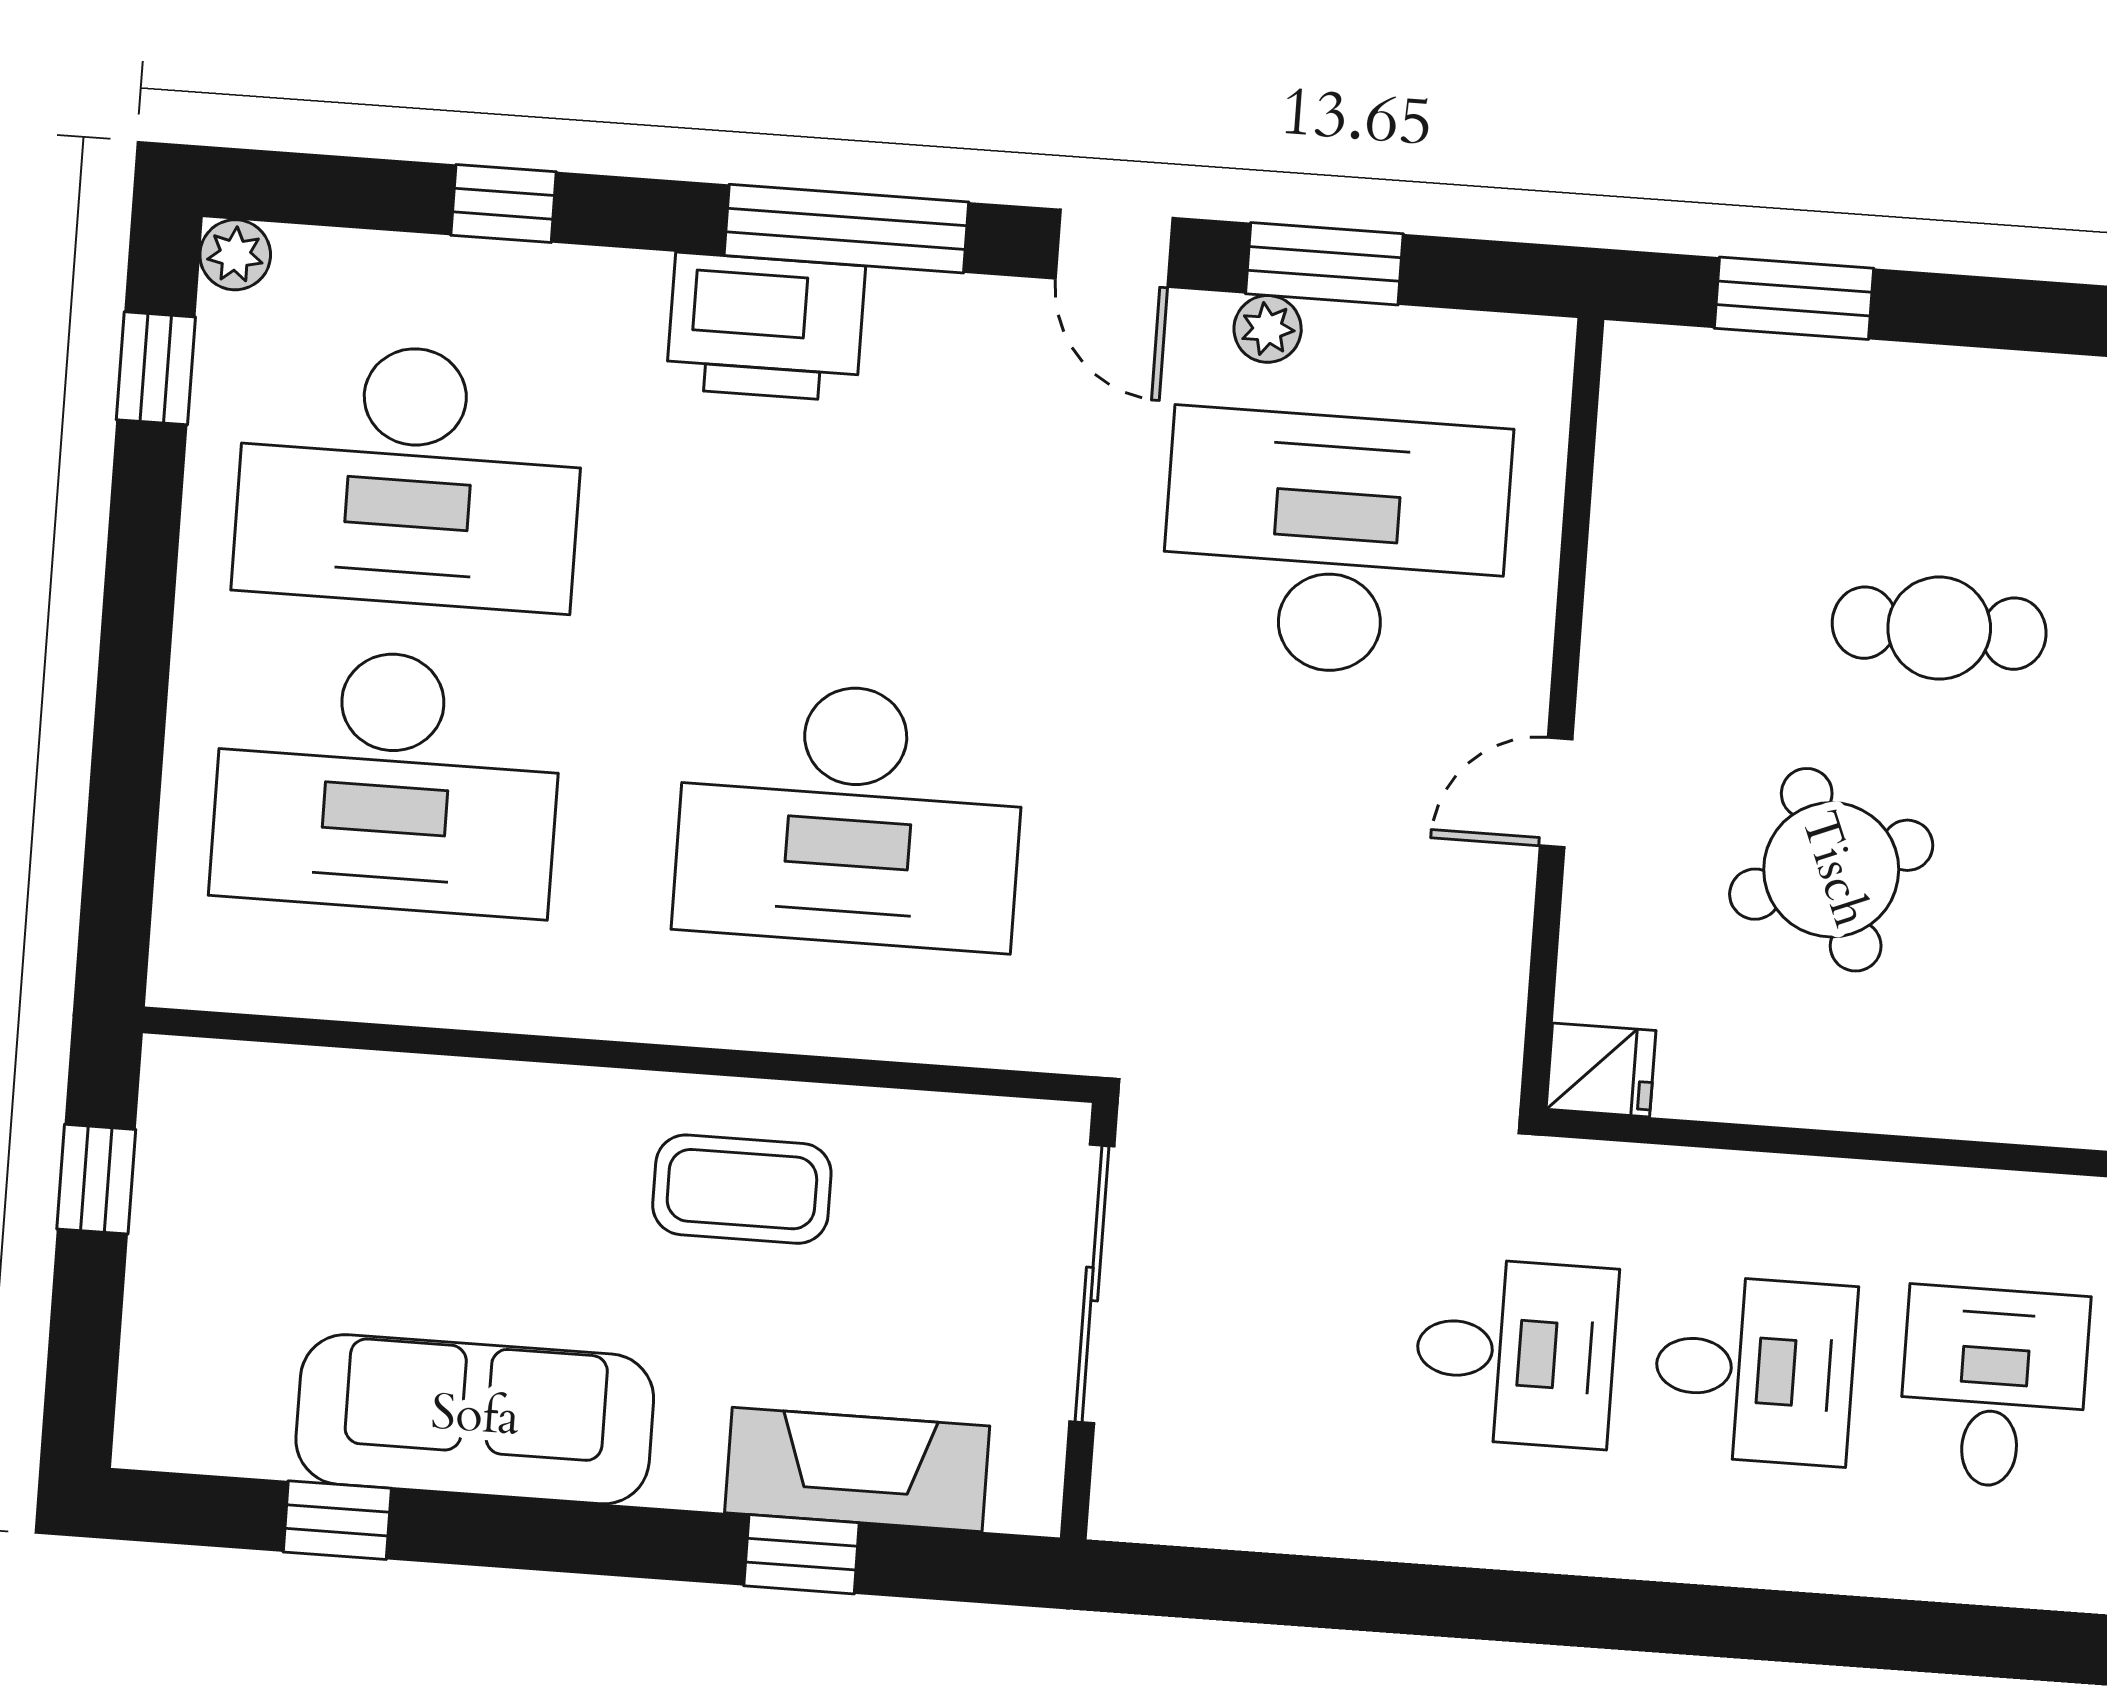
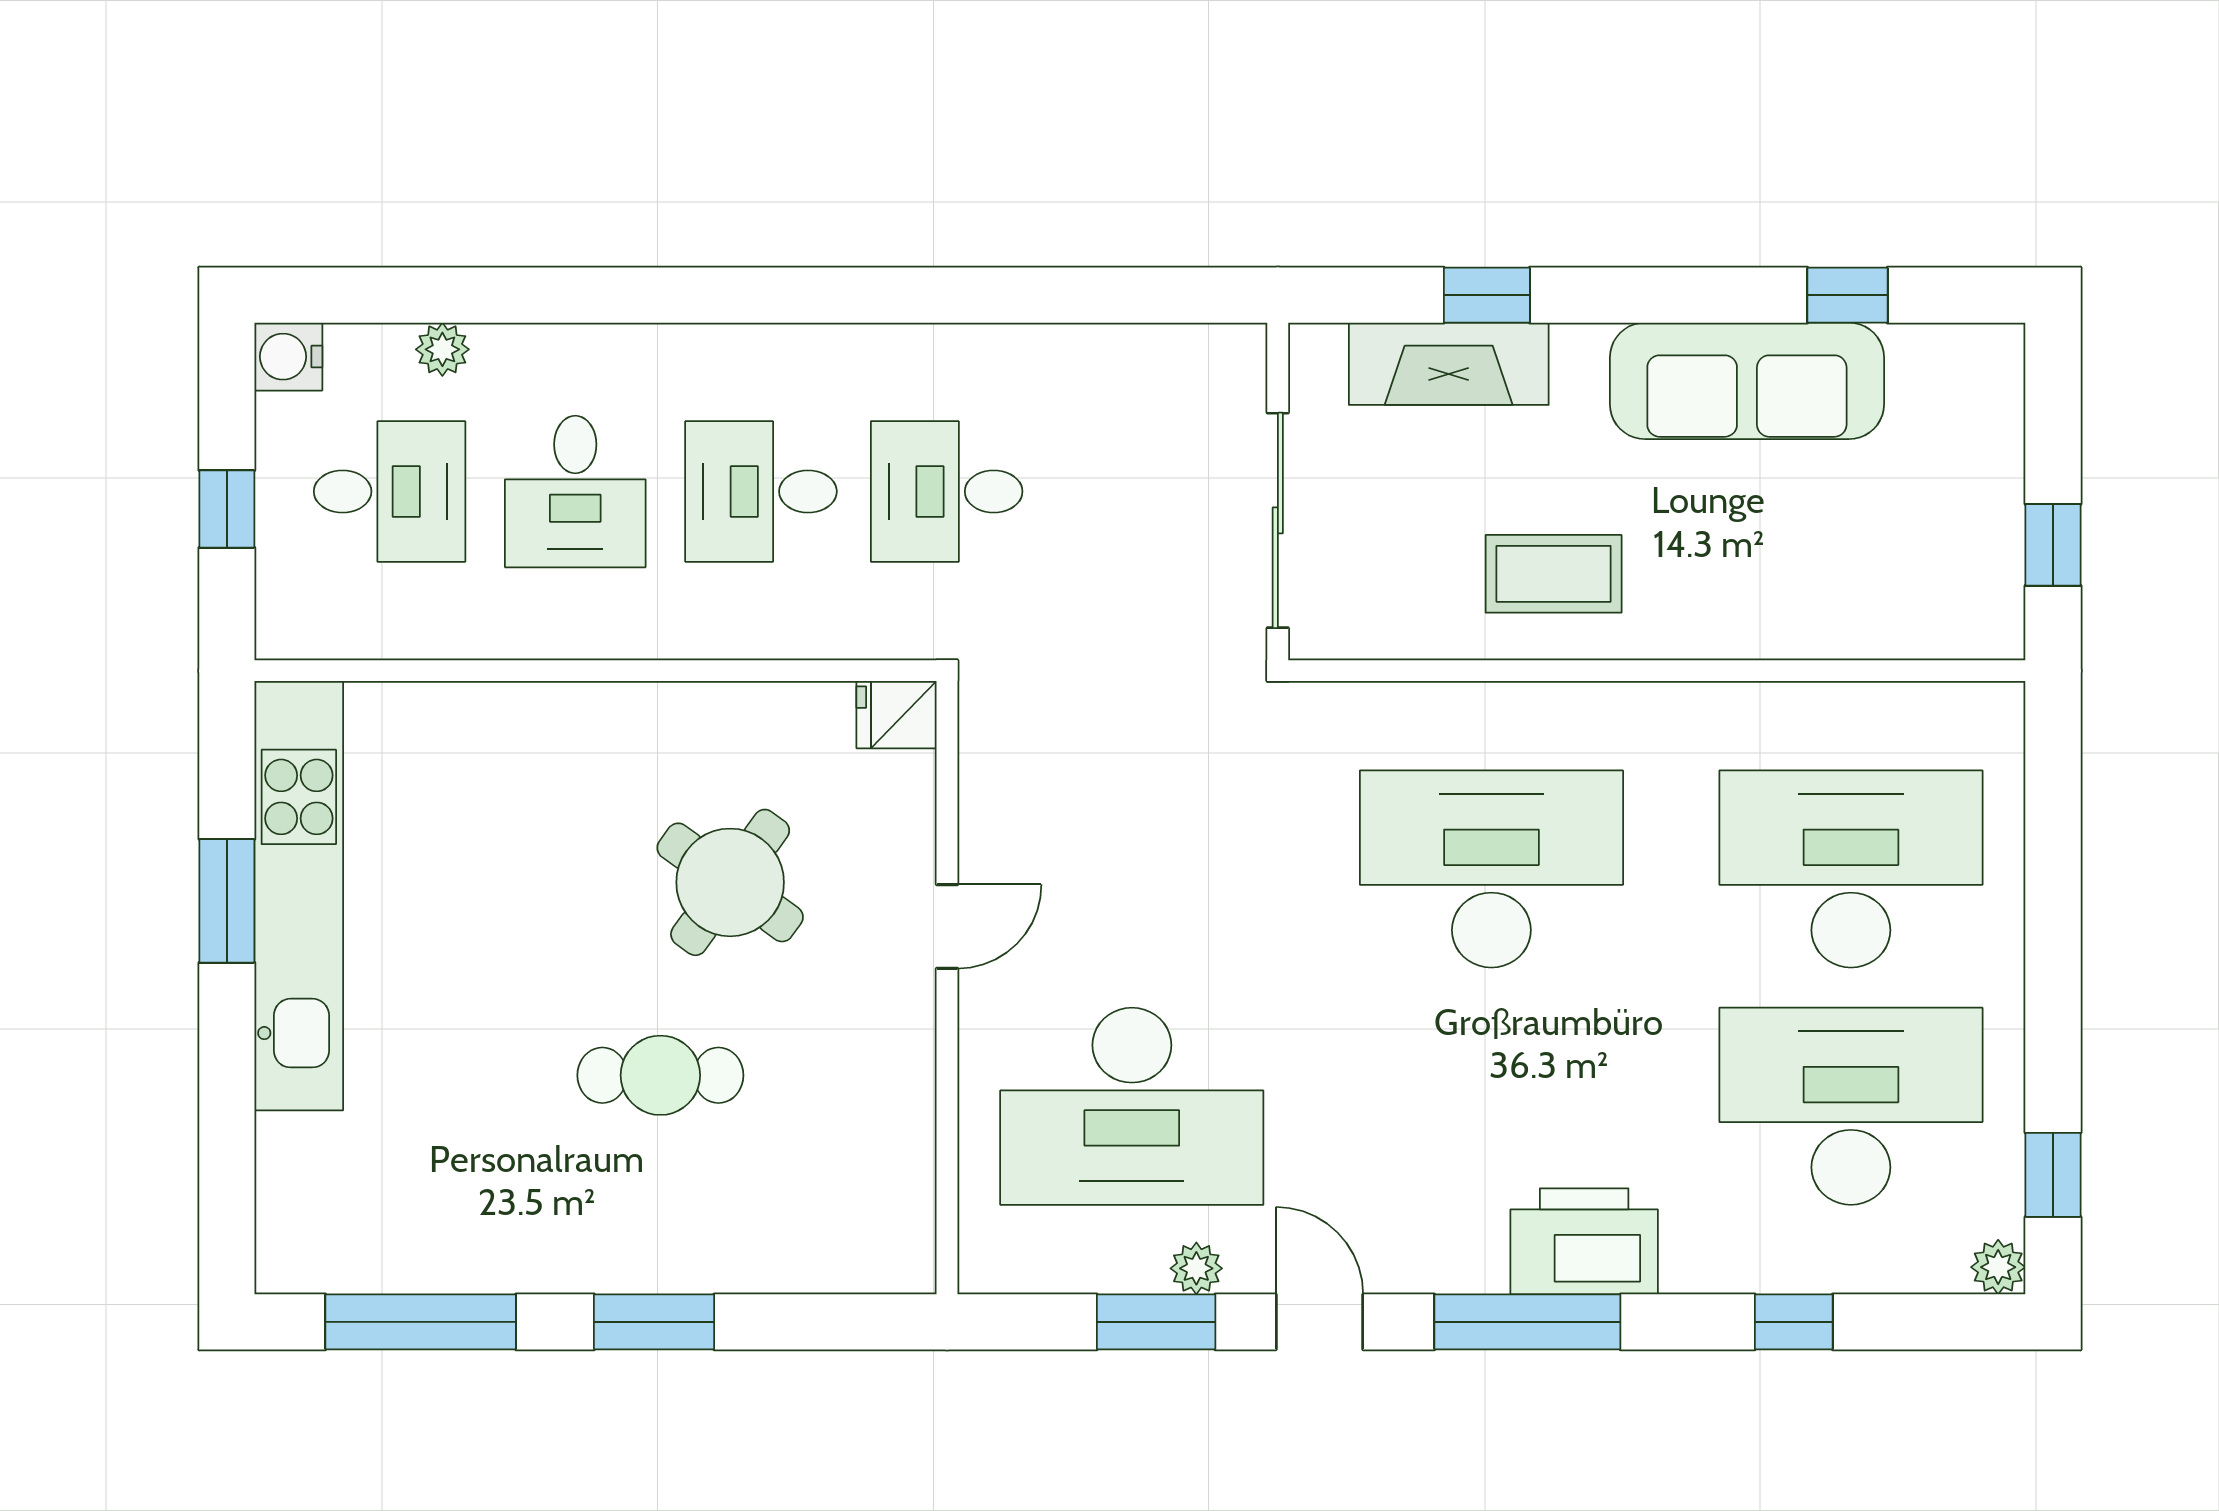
window: (1794, 298) -> (654, 1322), moved
round table: (1831, 870) -> (730, 882), turned -32

